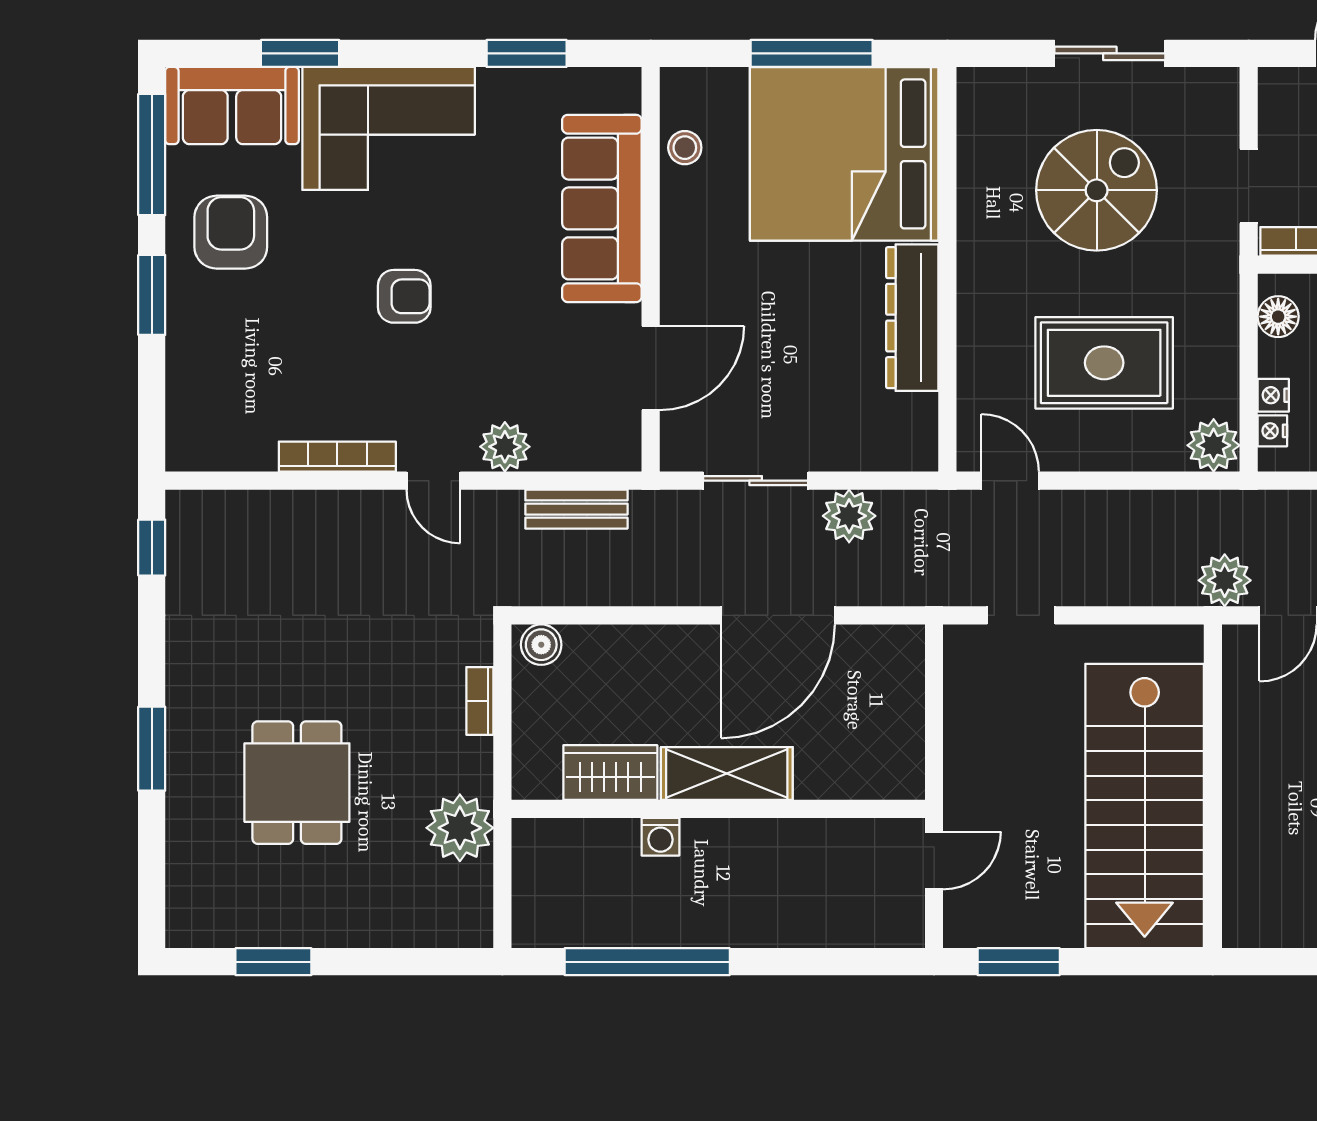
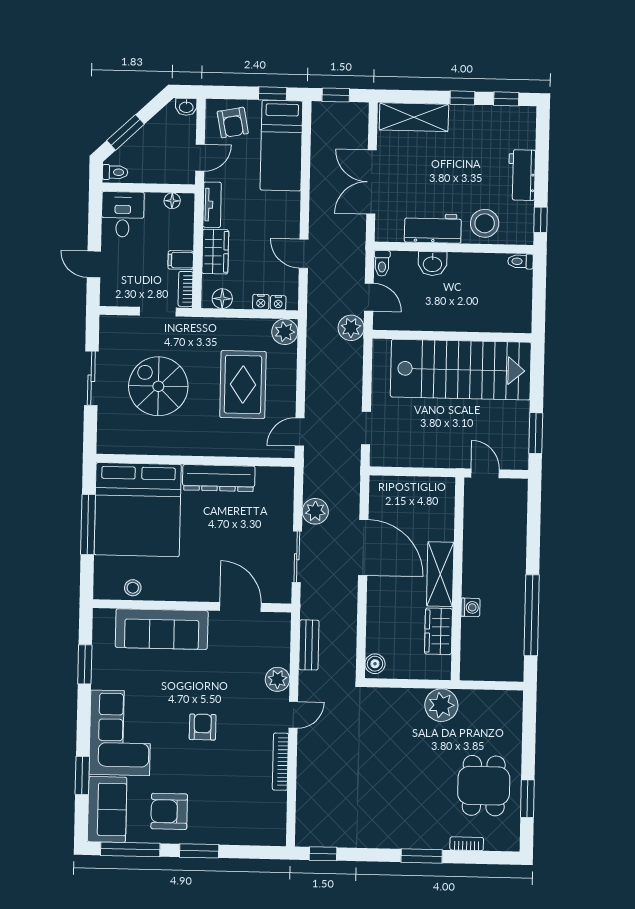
bookcase: (480, 701) -> (467, 844), moved, turned 180
dining table: (297, 783) -> (484, 786), moved, turned 90
plant: (460, 828) -> (441, 705), moved

